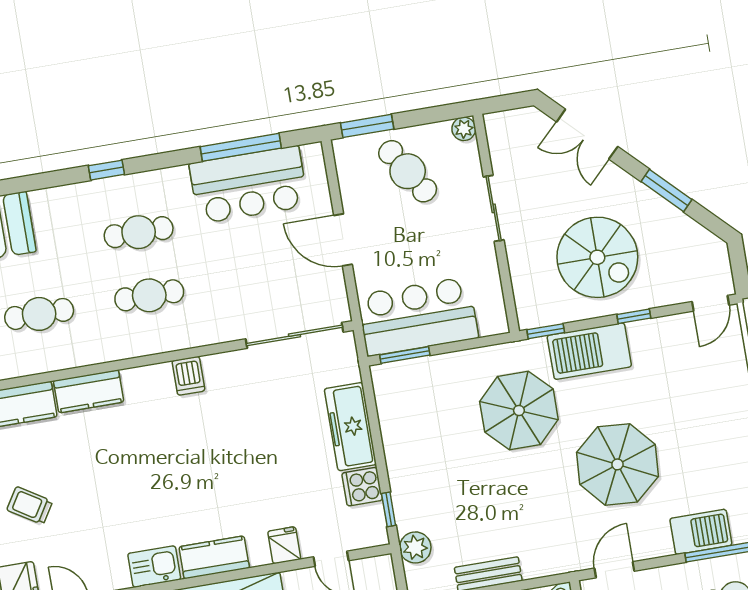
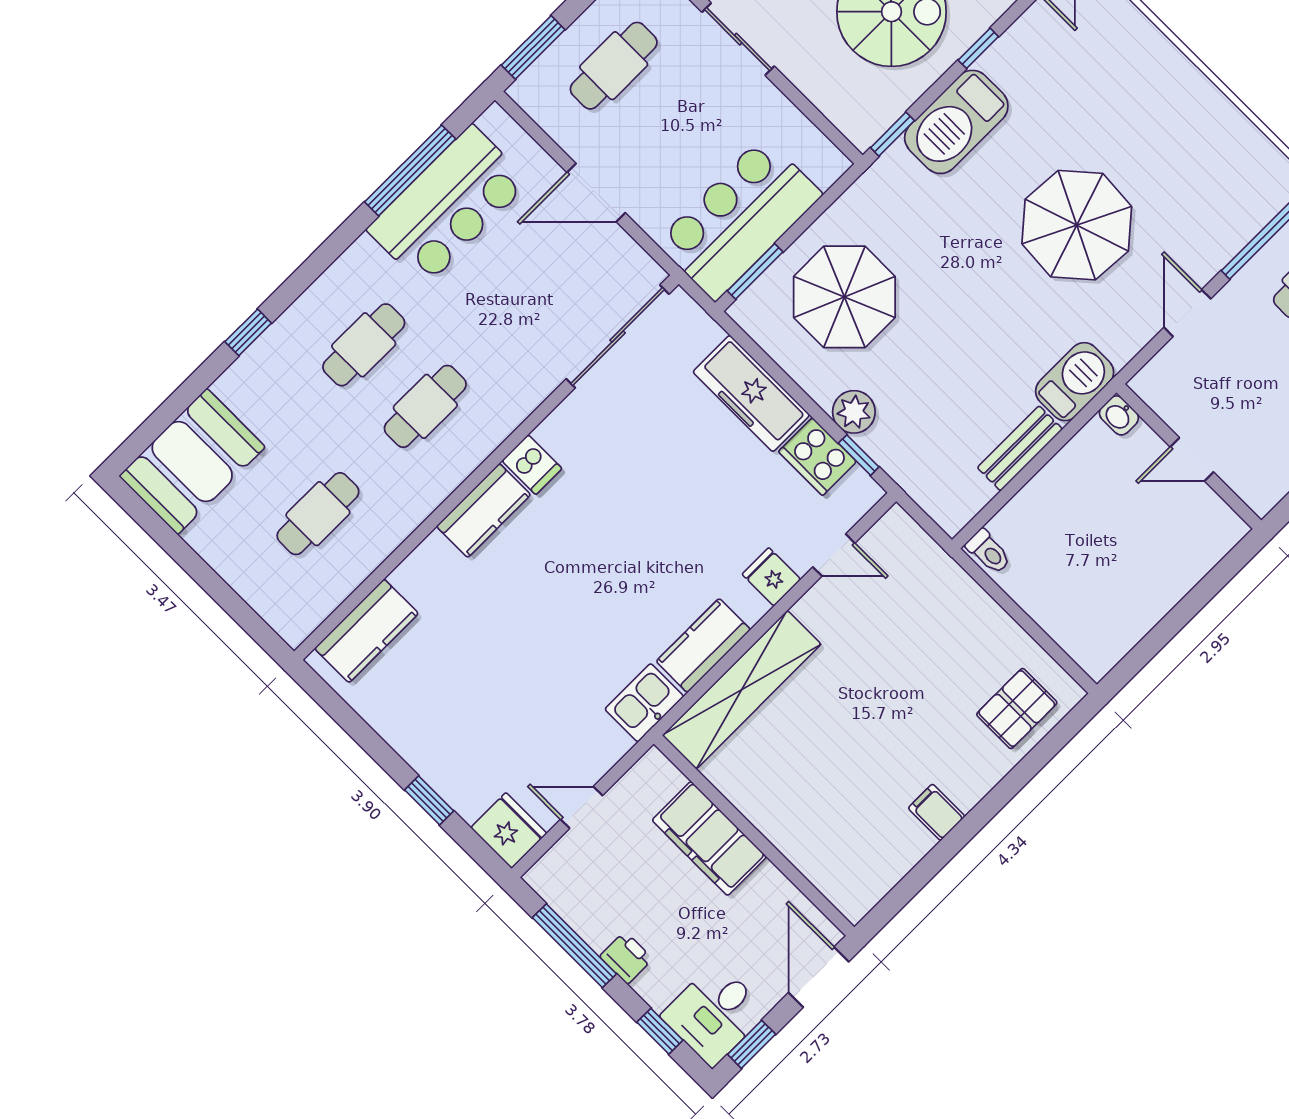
window: (106, 170) -> (248, 332), moved
cafe table: (408, 171) -> (614, 66), turned -58
kitchen counter: (89, 391) -> (484, 511), moved
parasol: (519, 411) -> (844, 297), moved
cooker: (362, 487) -> (817, 457), width x1.36
trolley: (30, 506) -> (458, 733), removed
barbecue: (701, 532) -> (1075, 382), moved
plant: (415, 547) -> (854, 412), moved
door: (614, 570) -> (1187, 313), moved

